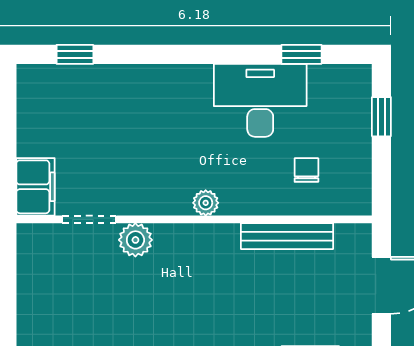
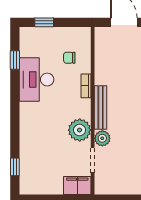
plant: (206, 203) -> (80, 130), moved, width x1.87, depth x1.87
bookcase: (247, 205) -> (86, 86), added
bench: (287, 236) -> (101, 107), moved

